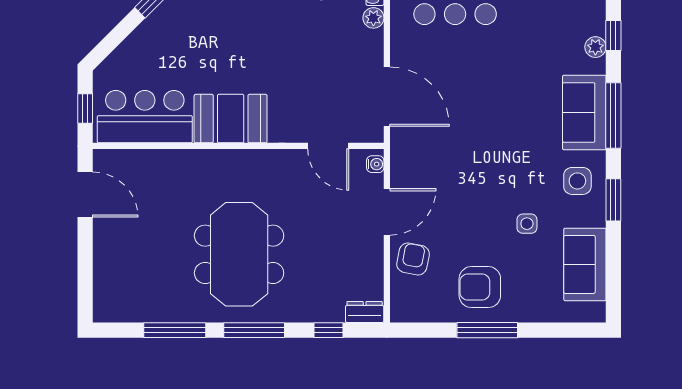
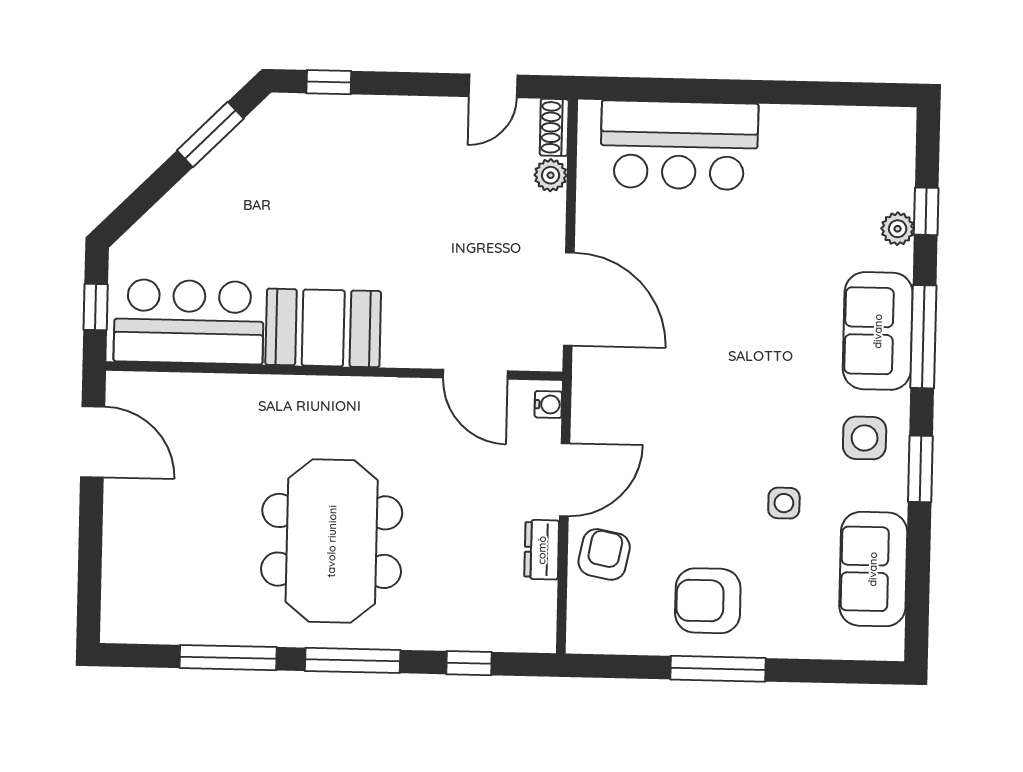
dresser: (365, 312) -> (542, 550), moved, turned -90

